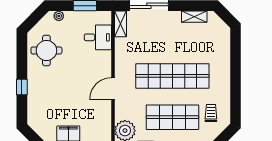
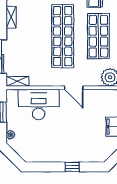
desk: (98, 37) -> (39, 104), width x1.87, depth x1.30
round table: (46, 50) -> (41, 145), removed

